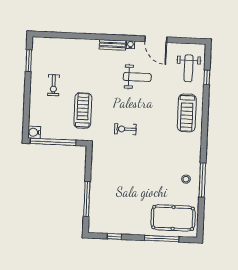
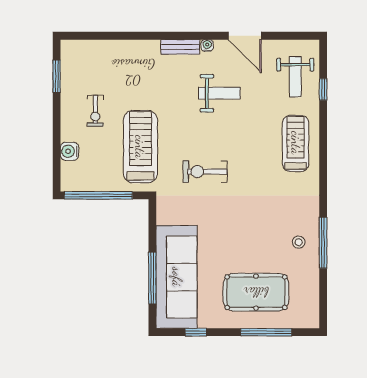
treadmill: (83, 111) -> (140, 147), width x1.37, depth x1.38
treadmill: (187, 113) -> (296, 143), turned 180
exercise bike: (125, 129) -> (205, 172), width x1.38, depth x1.39
water cooler: (34, 132) -> (70, 151), moved
sofa: (103, 199) -> (177, 277), added
pool table: (173, 218) -> (256, 292), moved

